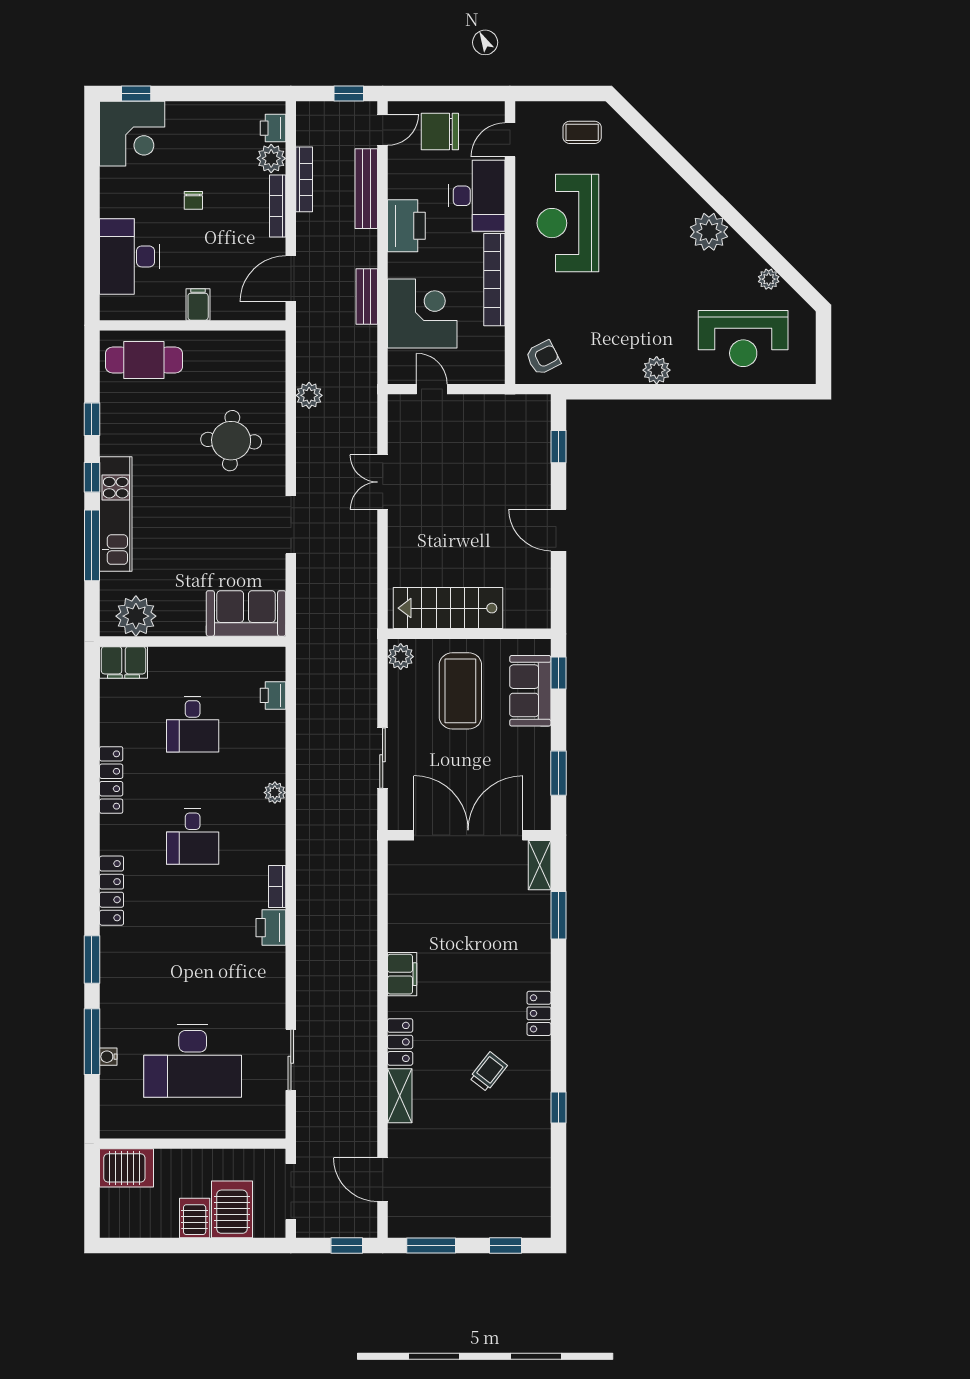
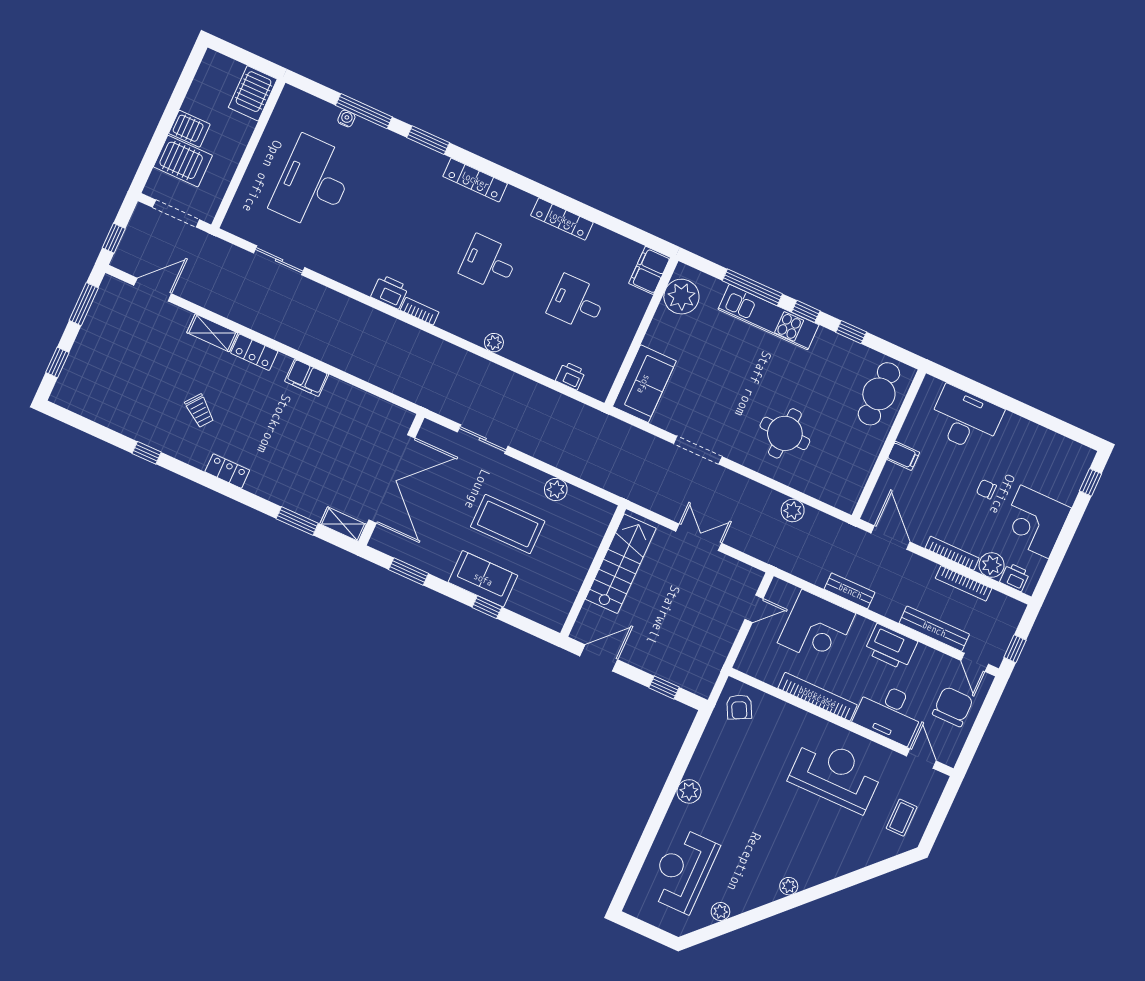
corner desk: (132, 134) -> (1035, 522), moved
plant: (709, 232) -> (789, 886), width x0.53, depth x0.53
stairs: (448, 608) -> (621, 564), moved
wall: (469, 634) -> (593, 571), moved

